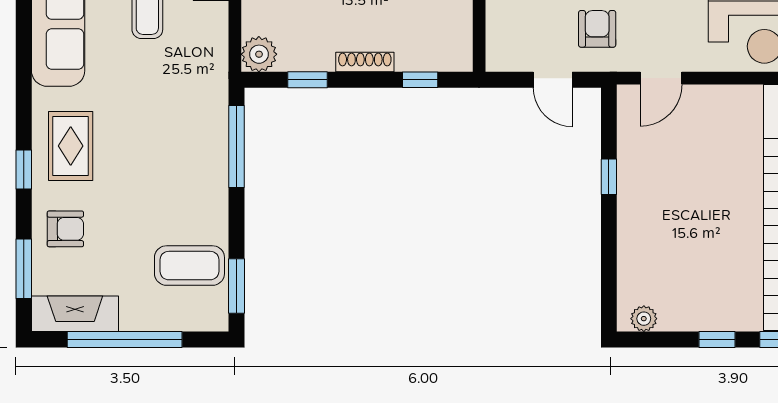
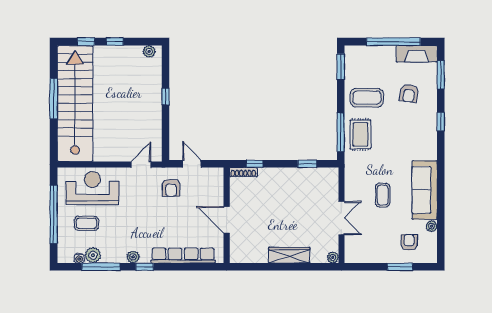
plant: (259, 54) -> (330, 176), removed
shoe rack: (365, 62) -> (243, 172), moved
rug: (71, 146) -> (360, 134), moved
window: (609, 177) -> (166, 96), moved
armchair: (65, 229) -> (409, 93), moved, turned -81
coffee table: (189, 266) -> (367, 98), moved

